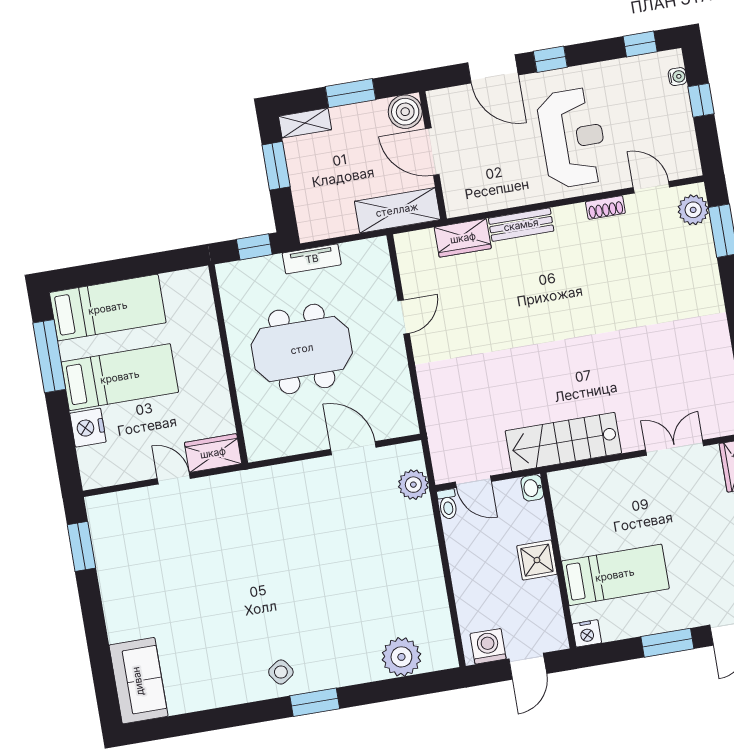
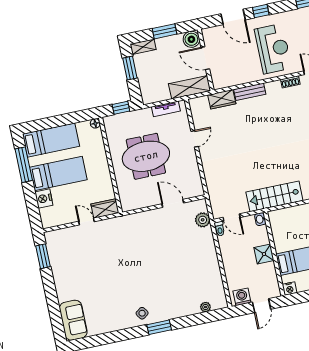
tv unit: (312, 259) -> (166, 109), moved
floor lamp: (200, 277) -> (95, 123), added
plant: (401, 657) -> (205, 307), width x0.53, depth x0.53

